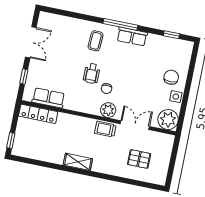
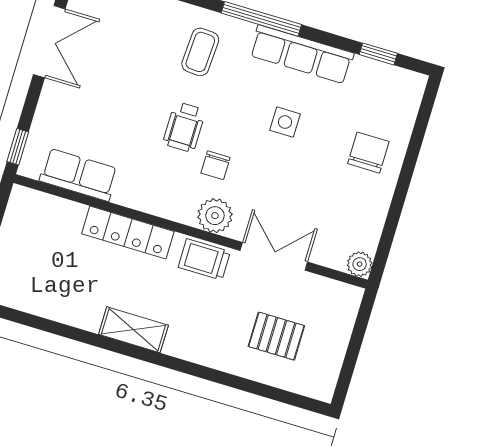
row of seats: (132, 37) -> (302, 54), width x1.48
window: (24, 77) -> (18, 147), moved
side table: (176, 97) -> (285, 122), moved
locker: (38, 114) -> (128, 233), moved
plant: (168, 120) -> (360, 264), width x0.53, depth x0.53

